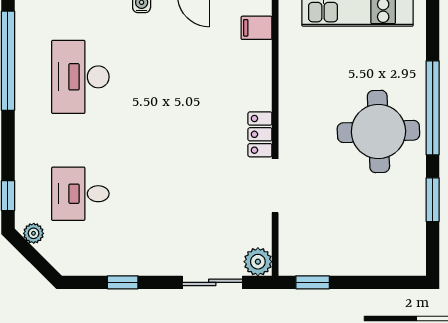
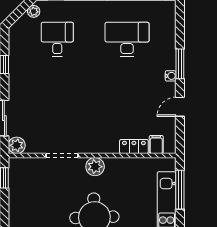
plant: (294, 130) -> (95, 167), added
locker: (260, 134) -> (134, 147), moved

